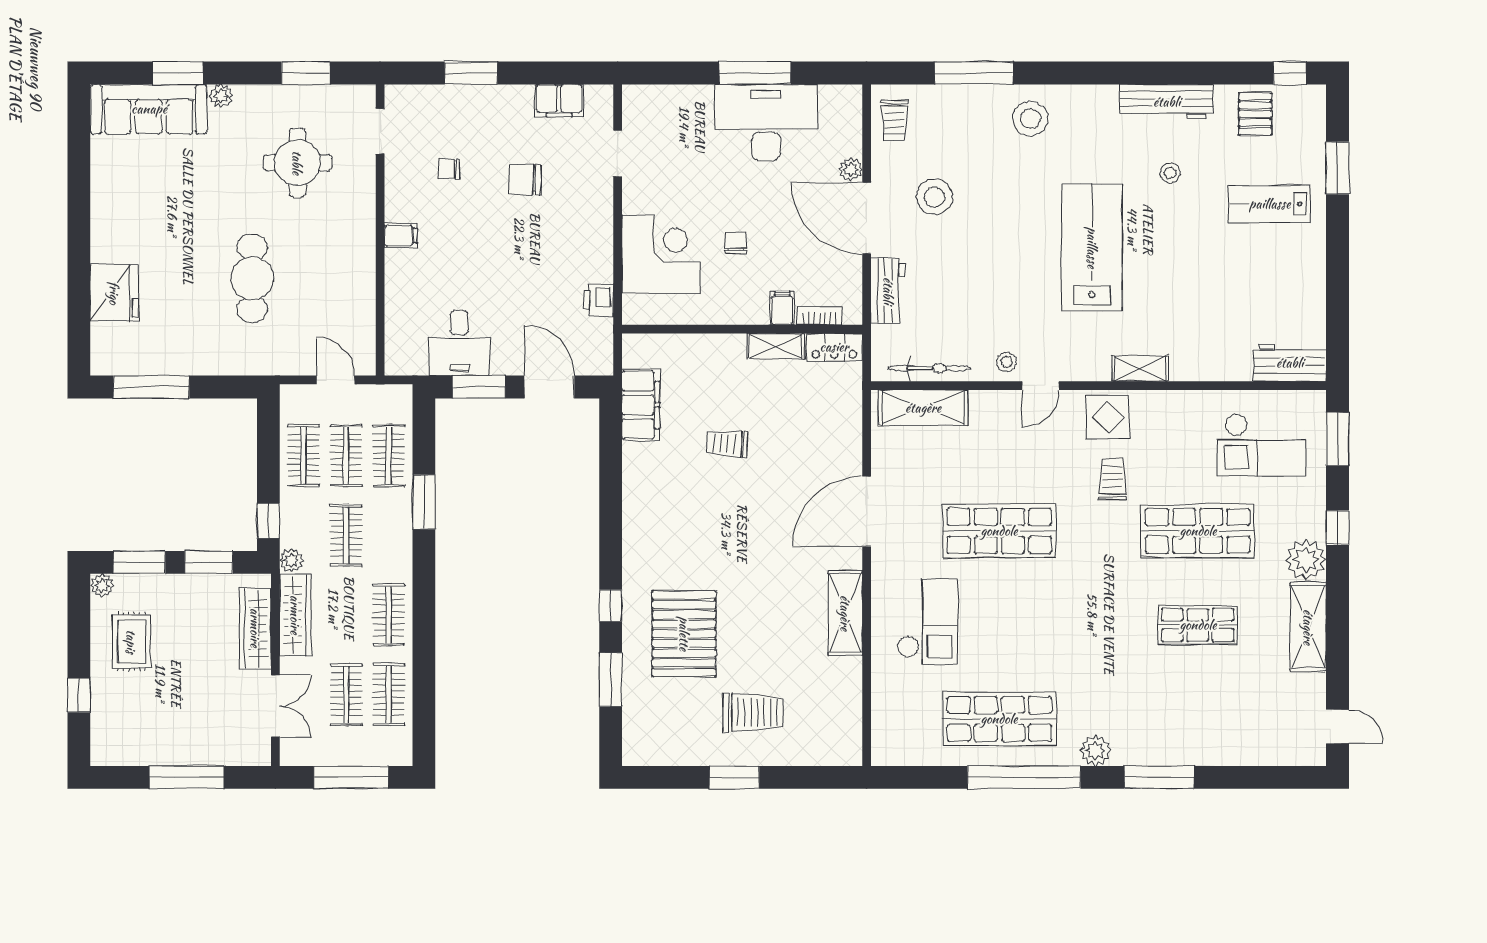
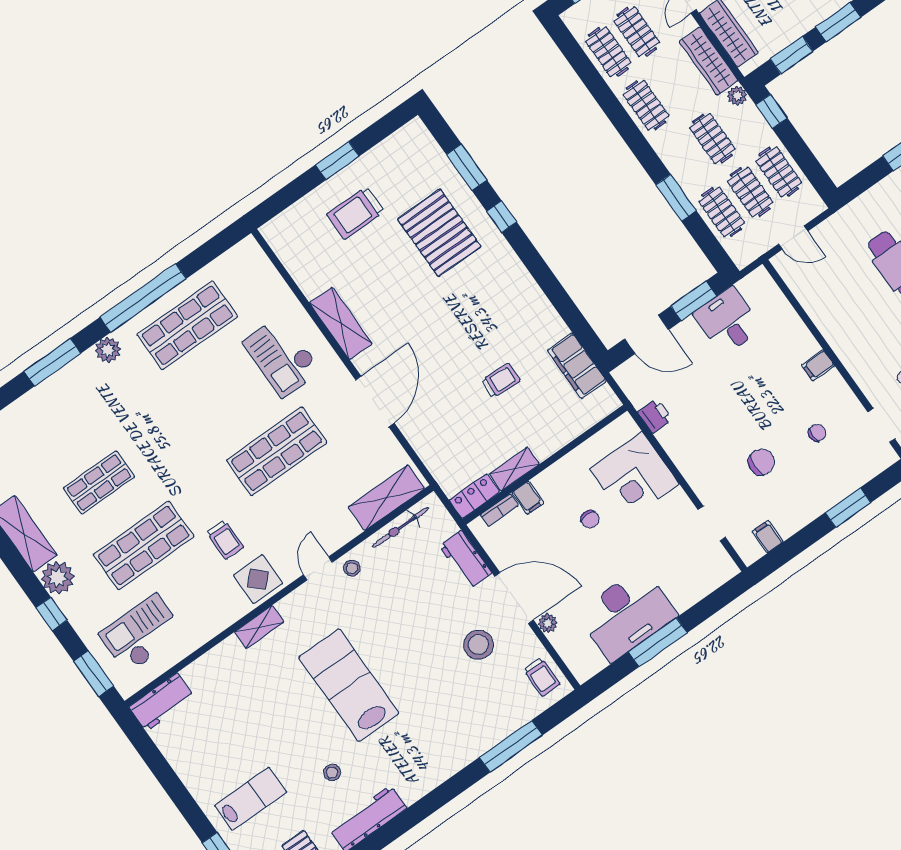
filing cabinet: (559, 101) -> (768, 537), width x0.50
stool: (1030, 119) -> (451, 743), removed
trolley: (894, 120) -> (542, 677), turned 180
lab bench: (1092, 248) -> (349, 685), turned 180

